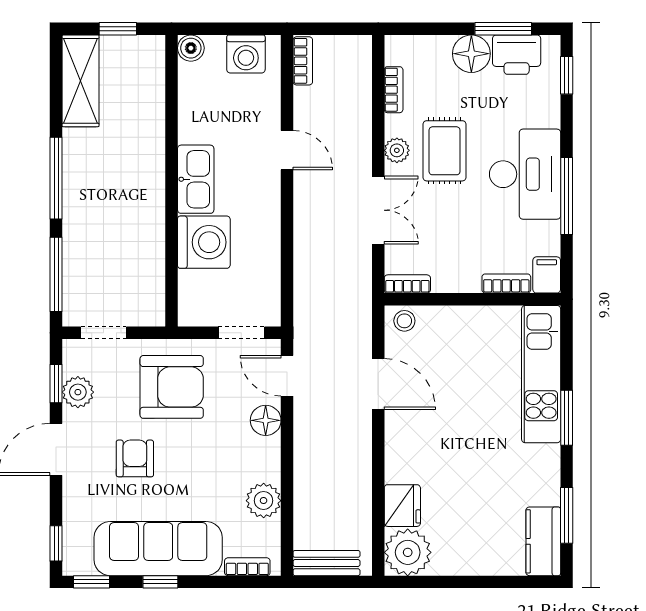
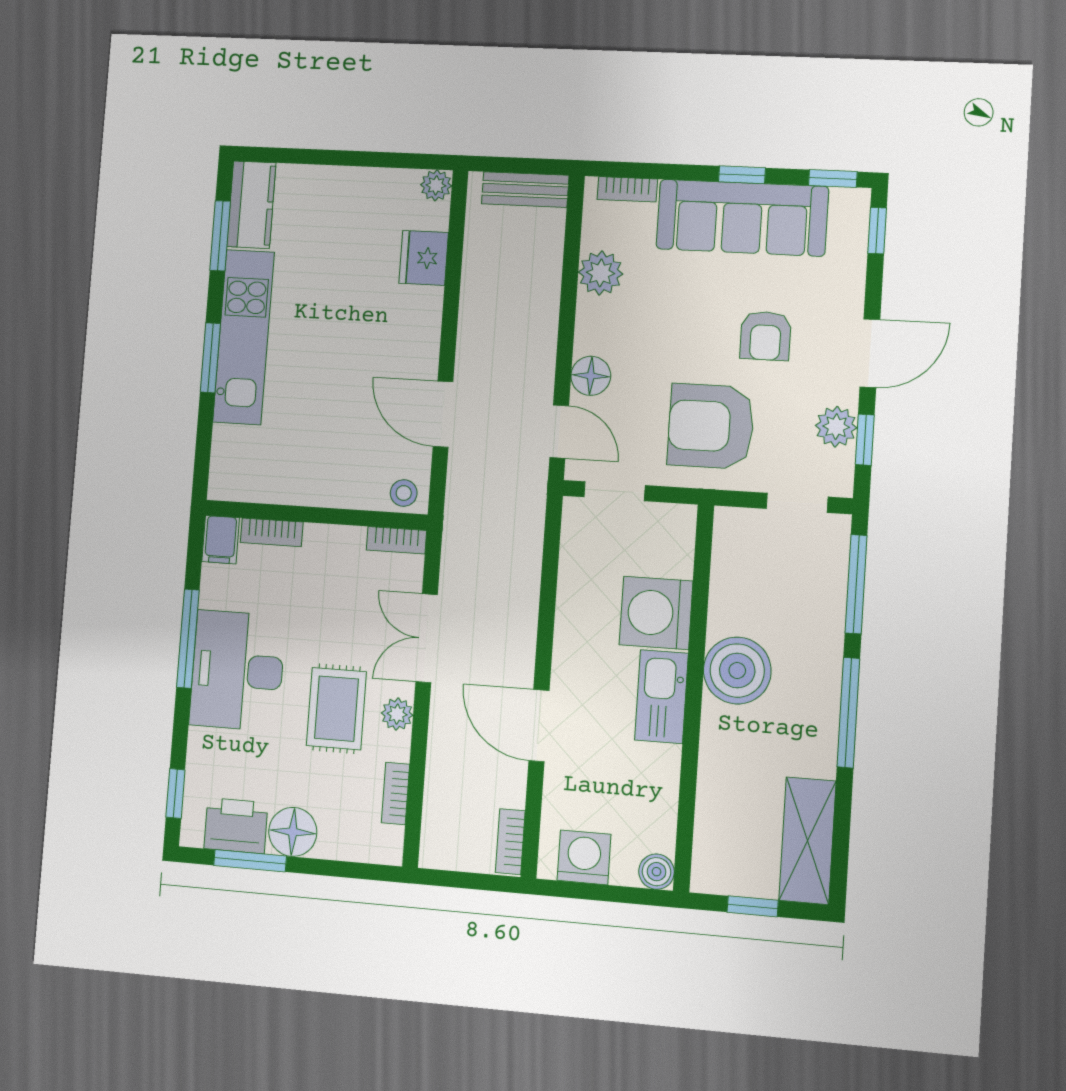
door: (287, 150) -> (539, 726), width x1.38
boiler: (140, 203) -> (737, 671), added
kitchen unit: (541, 374) -> (244, 337), moved
plant: (408, 552) -> (436, 185), width x0.53, depth x0.53

